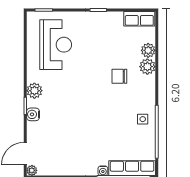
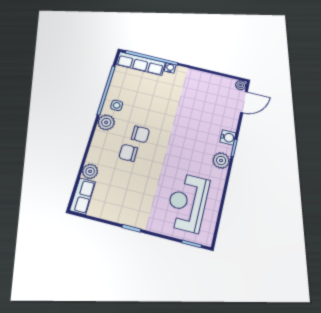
row of seats: (139, 19) -> (83, 196), moved, turned 90
plant: (147, 67) -> (106, 122), moved
chair: (119, 76) -> (128, 153), turned 180
chair: (113, 97) -> (140, 134), added

